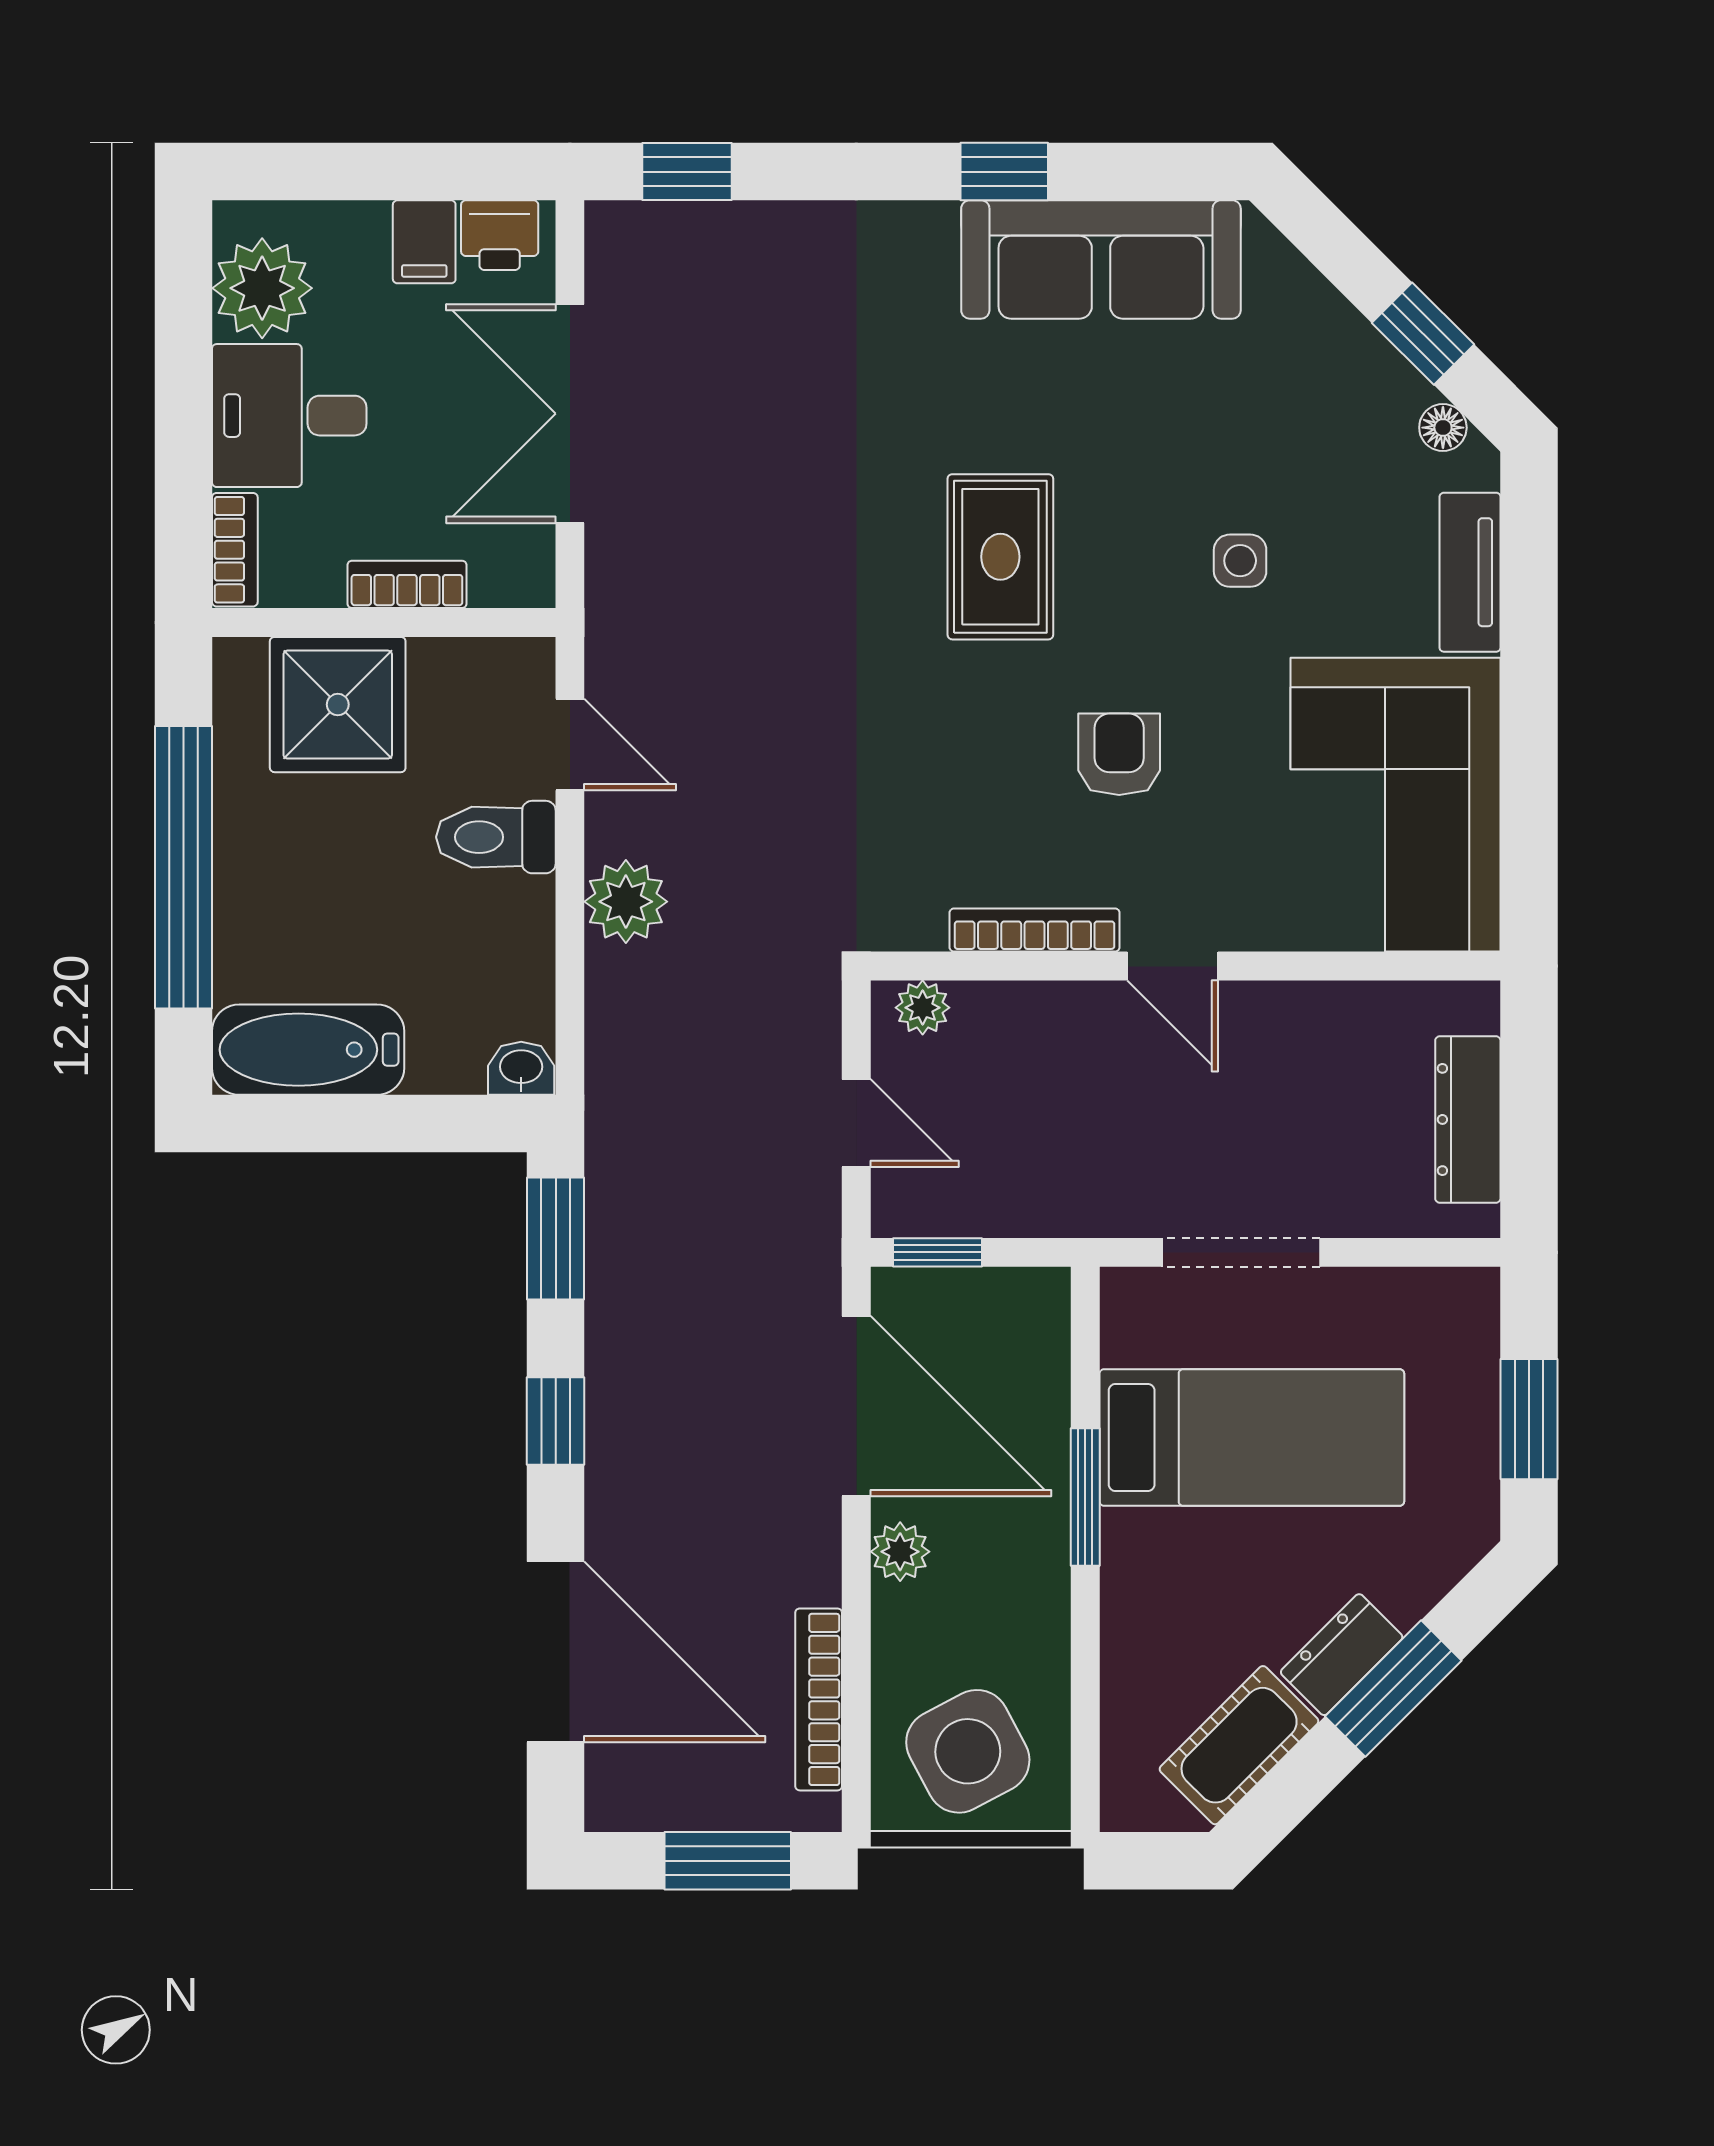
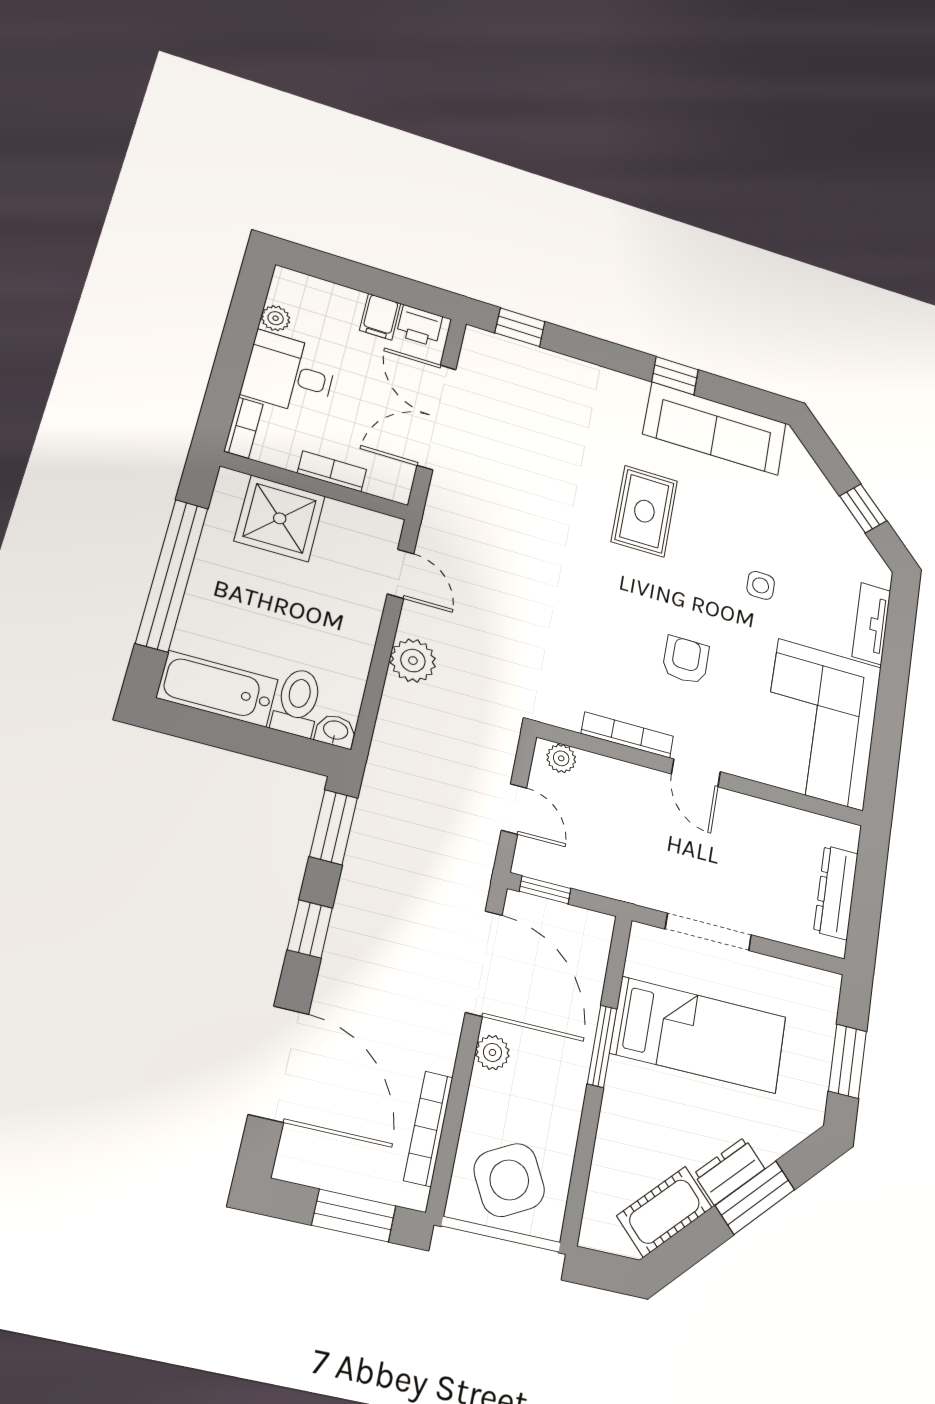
plant: (262, 288) -> (276, 318), width x0.53, depth x0.53
floor lamp: (1443, 428) -> (867, 553), removed
rug: (1000, 557) -> (644, 511), moved
toilet: (496, 837) -> (298, 702), moved, turned 90

